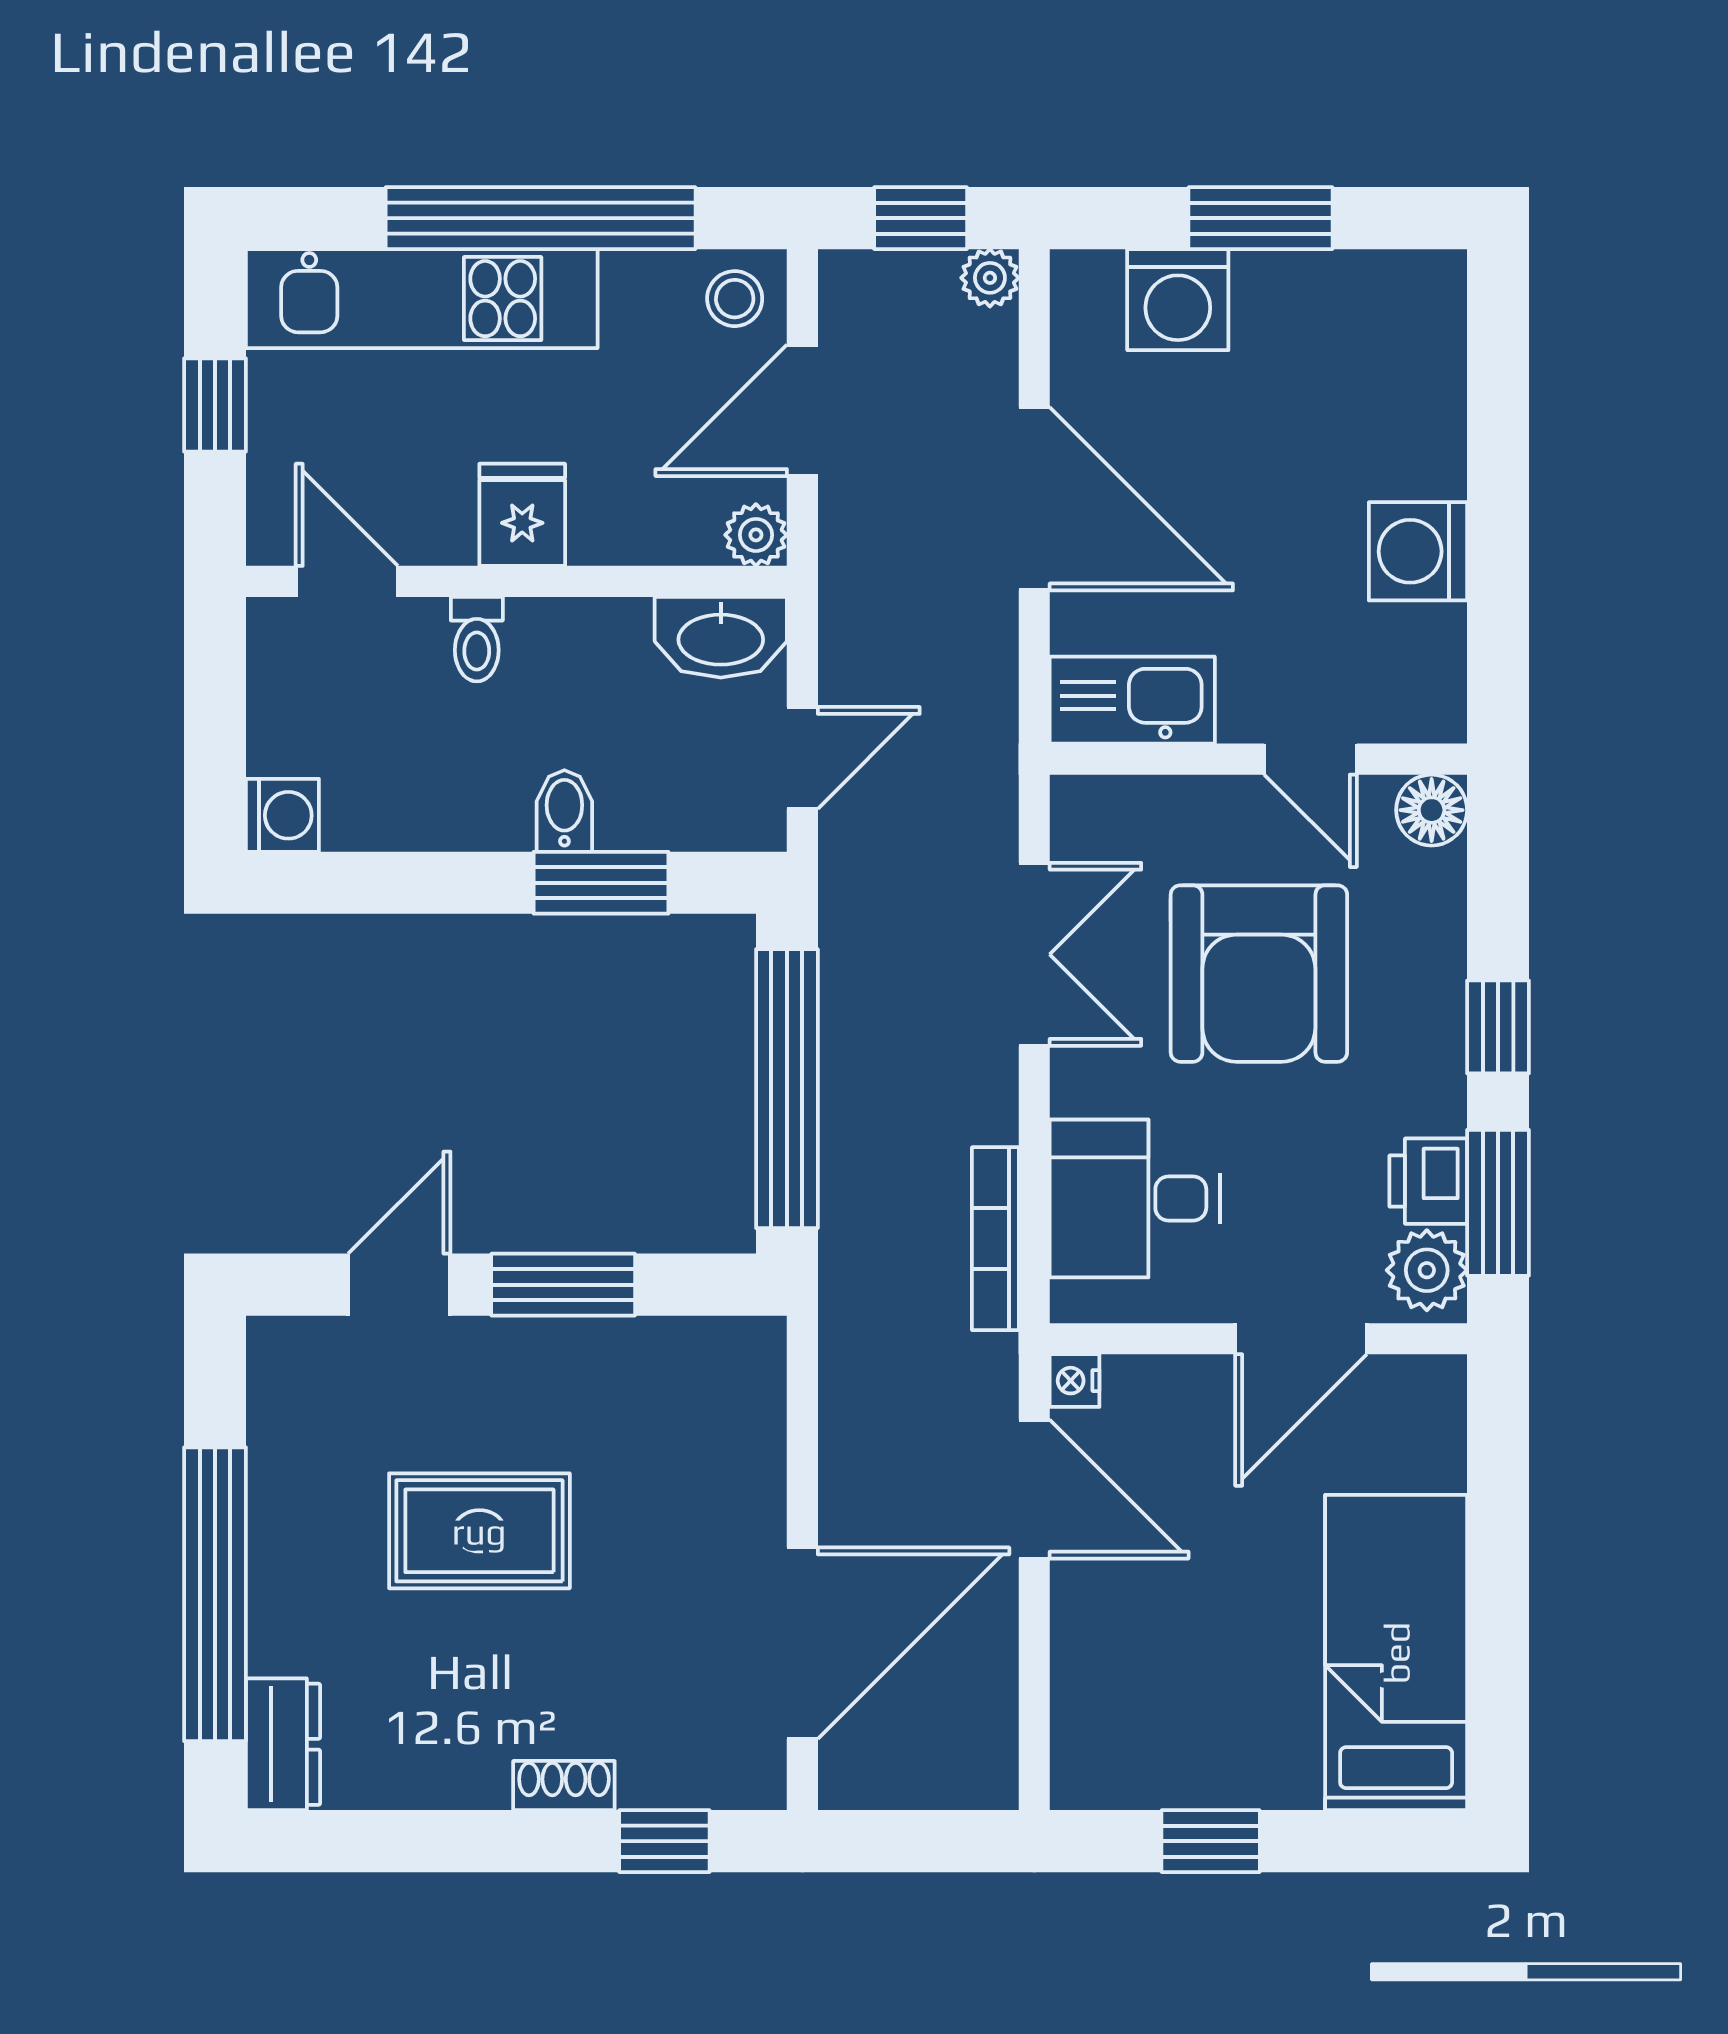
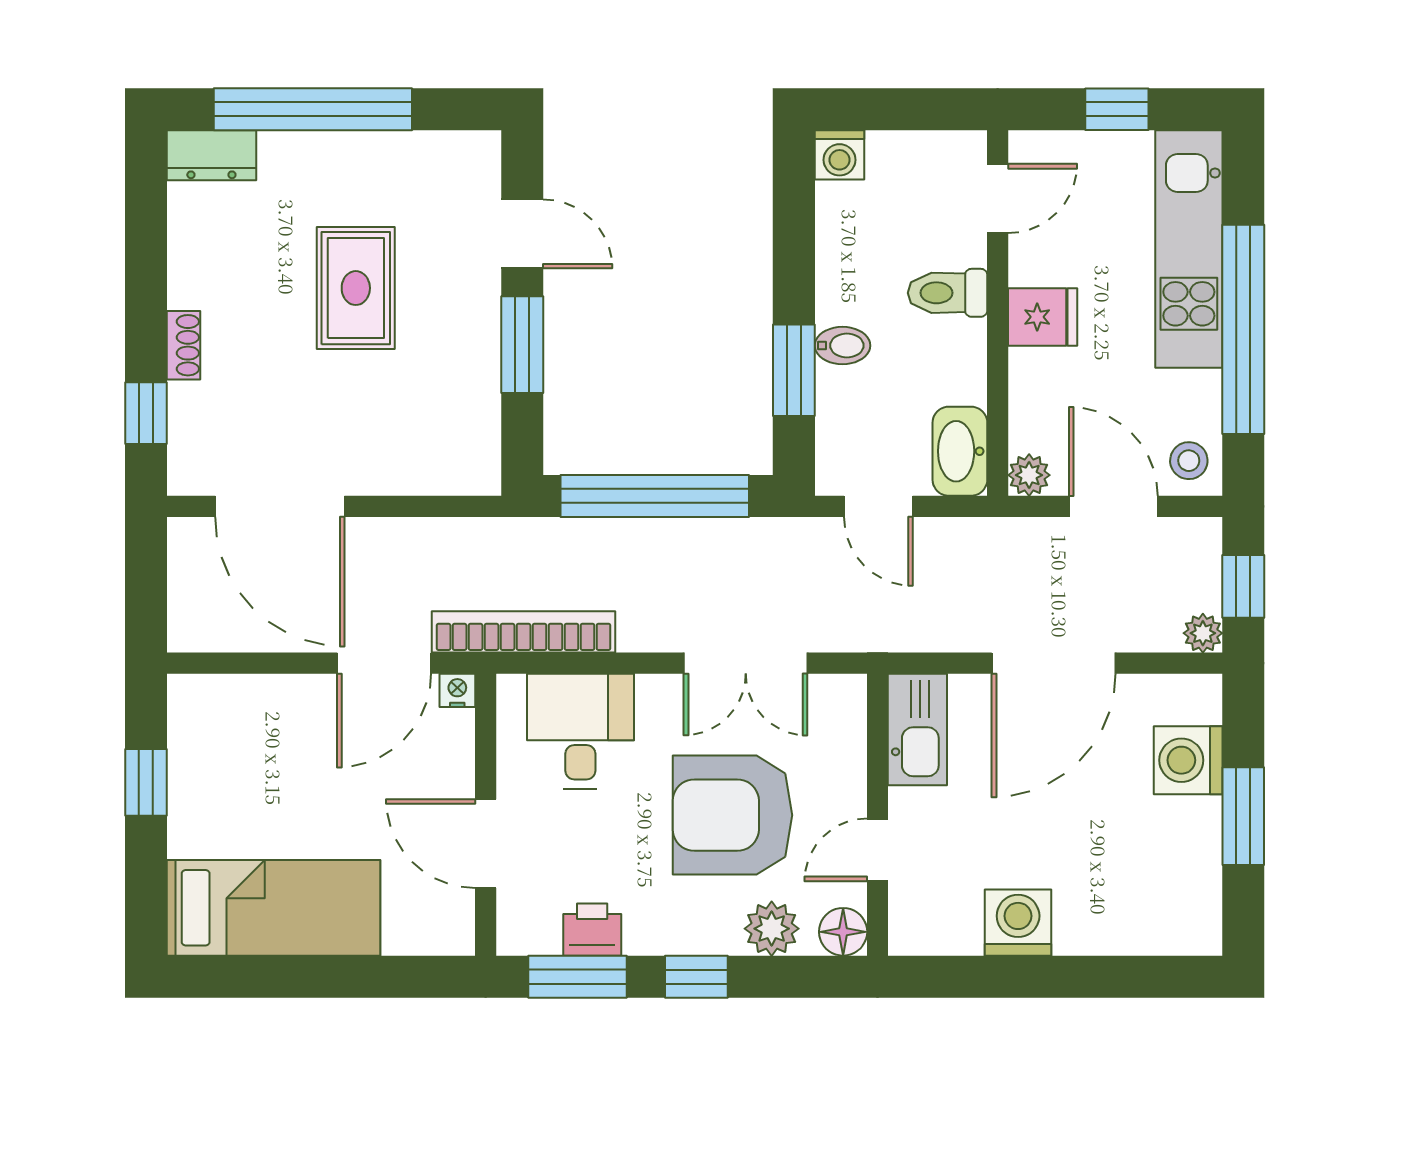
toilet: (477, 639) -> (948, 293), width x1.37, depth x1.39
bookcase: (995, 1239) -> (524, 632), width x1.48, depth x1.31
plant: (1427, 1270) -> (772, 929), moved

